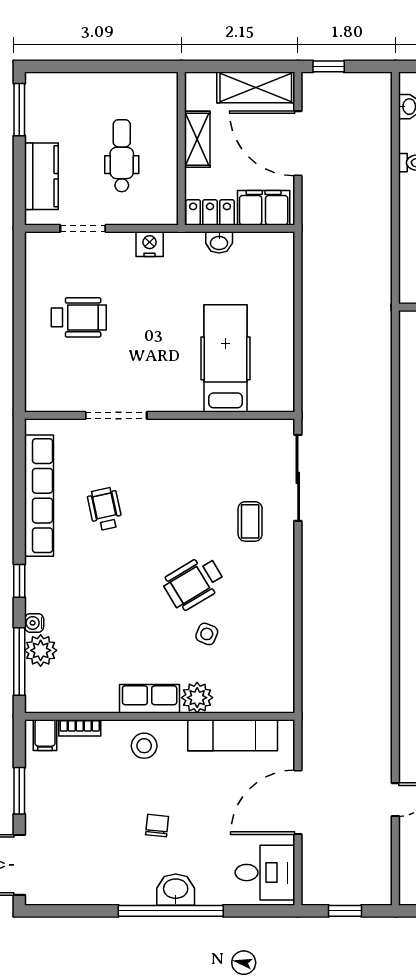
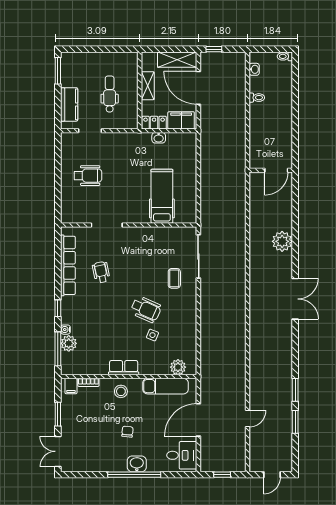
nightstand: (150, 244) -> (124, 139), removed
wheelchair: (194, 583) -> (146, 309), turned -125
plant: (197, 698) -> (178, 367), moved

